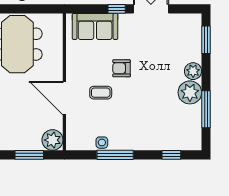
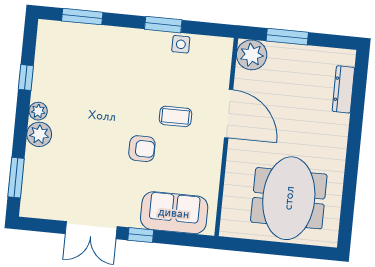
plant: (190, 92) -> (38, 111), width x0.53, depth x0.53
window: (206, 109) -> (26, 77), width x0.46
window: (115, 155) -> (163, 25), width x0.69
window: (171, 155) -> (82, 17), width x1.50

